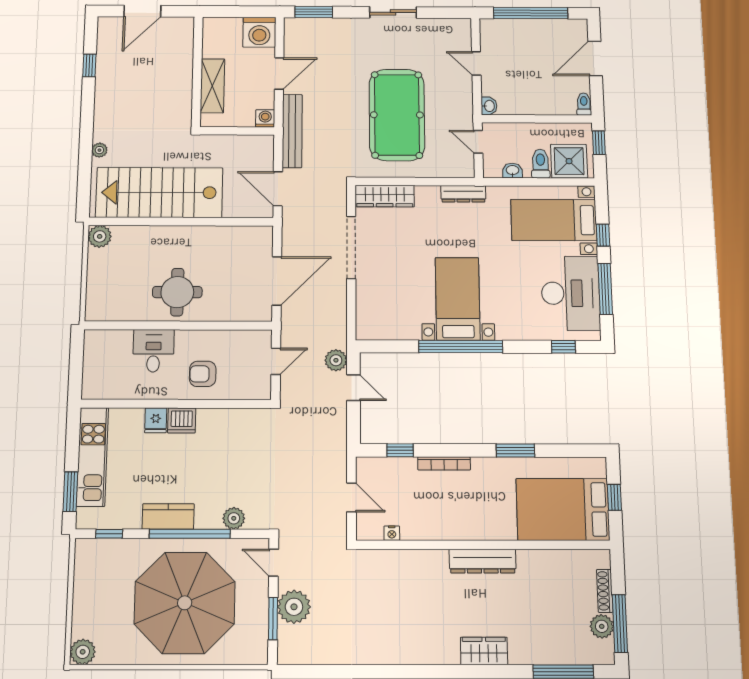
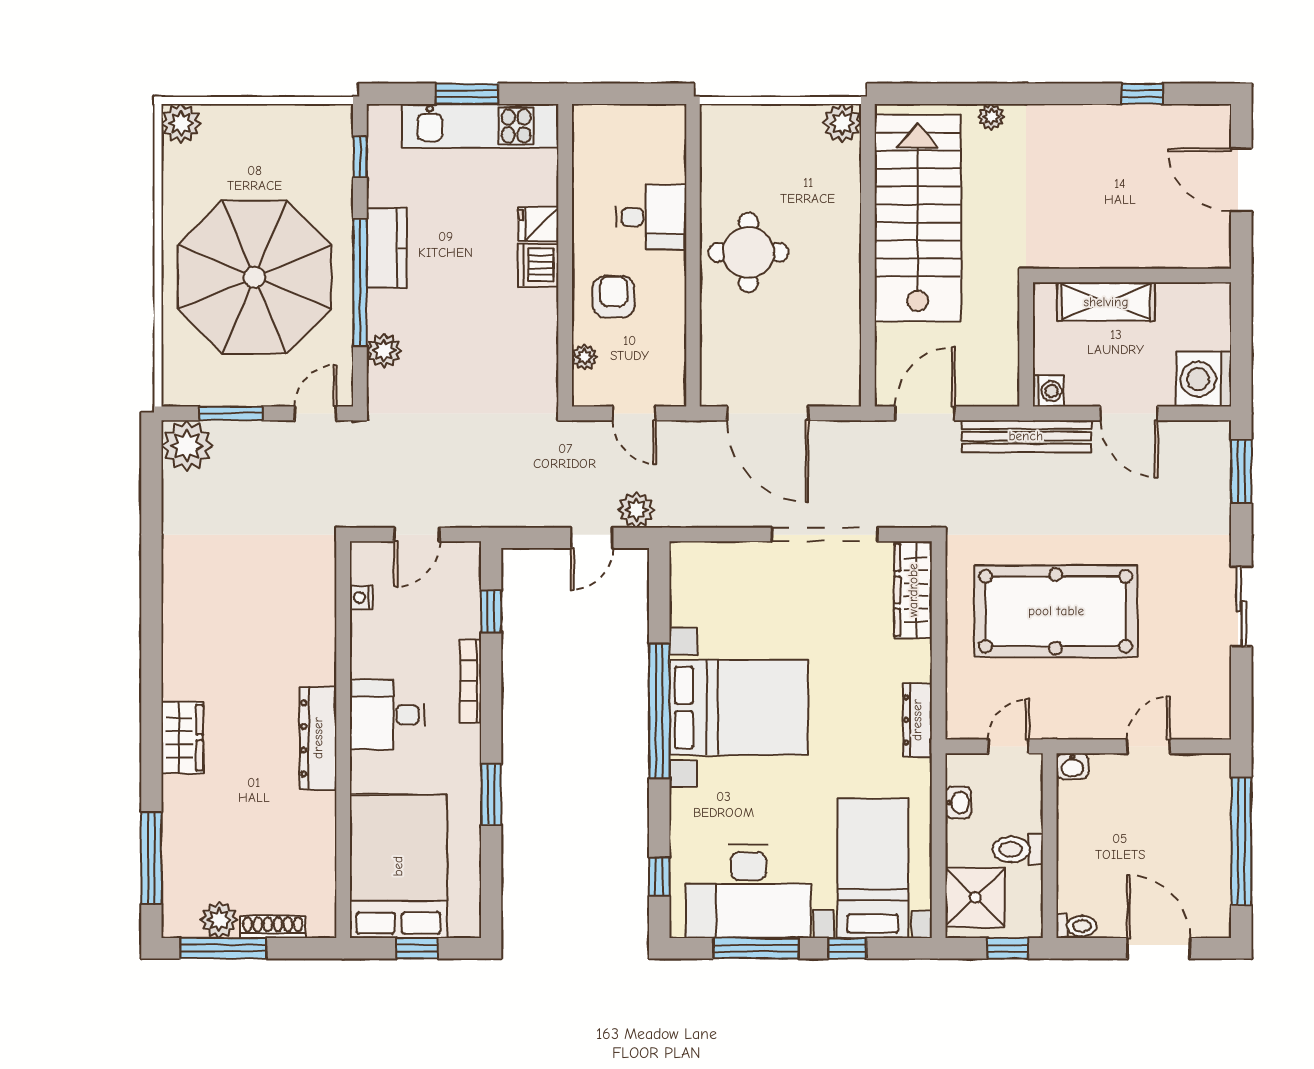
toilet: (540, 164) -> (1018, 849), moved, turned 180
bed with nightstands: (458, 299) -> (739, 707), width x1.36
plant: (240, 392) -> (585, 357), added
window: (70, 492) -> (467, 94), moved
desk: (466, 516) -> (387, 715), added
plant: (294, 607) -> (187, 446), moved

